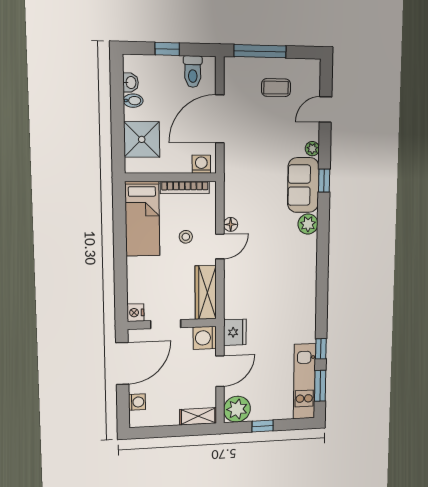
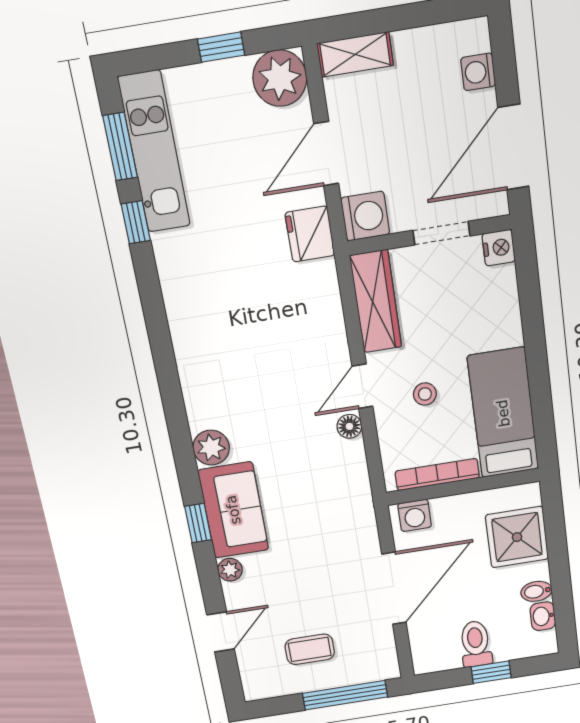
toilet: (193, 72) -> (476, 644), moved

